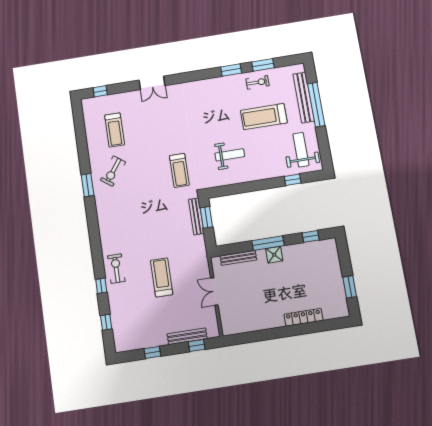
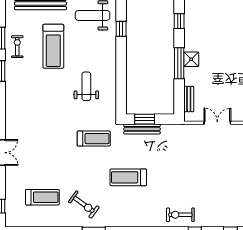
bench: (238, 258) -> (189, 99), width x0.73
treadmill: (162, 277) -> (128, 177), moved
double door: (214, 291) -> (217, 123), swing flipped

